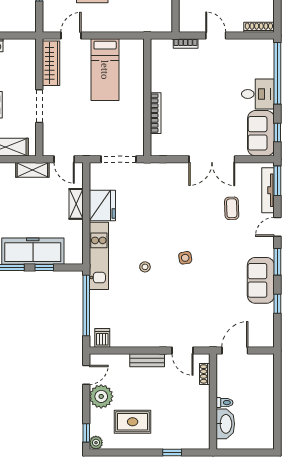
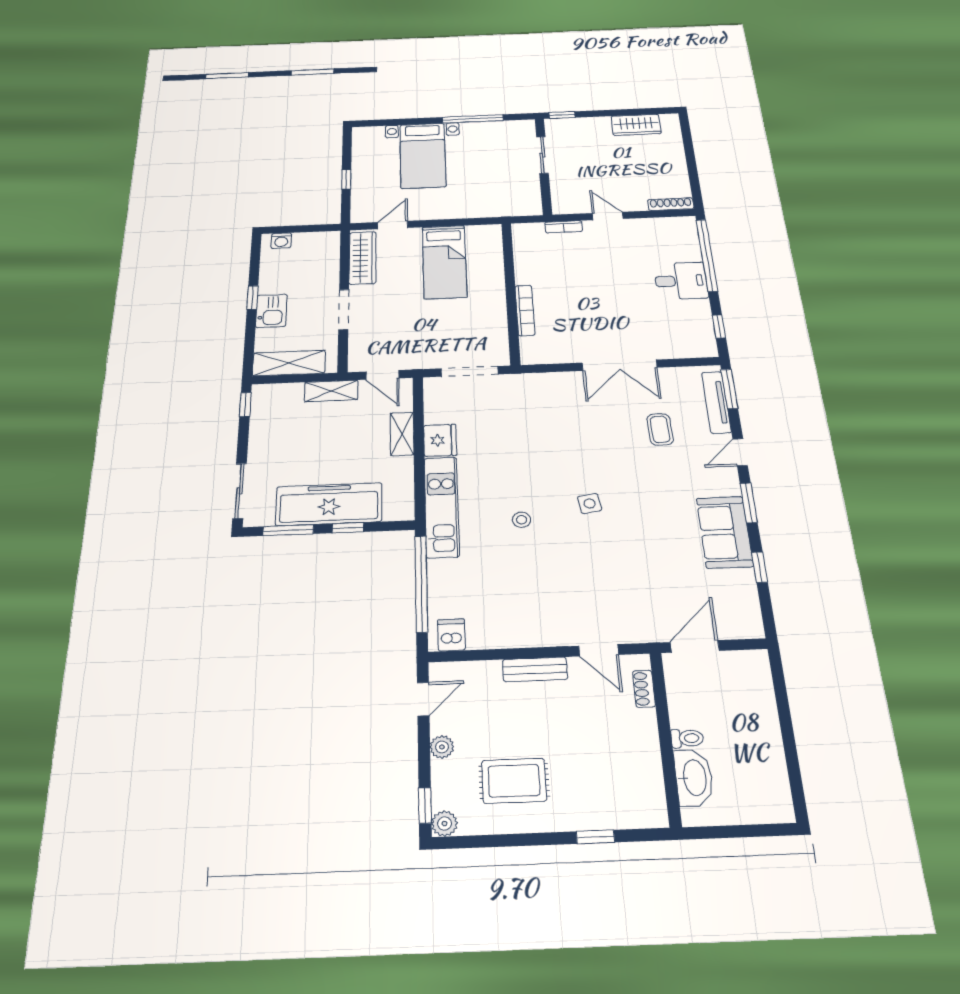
sofa: (261, 133) -> (693, 329), removed
fridge: (102, 206) -> (440, 440), width x0.73, depth x0.75
plant: (101, 396) -> (442, 747), width x0.53, depth x0.53

